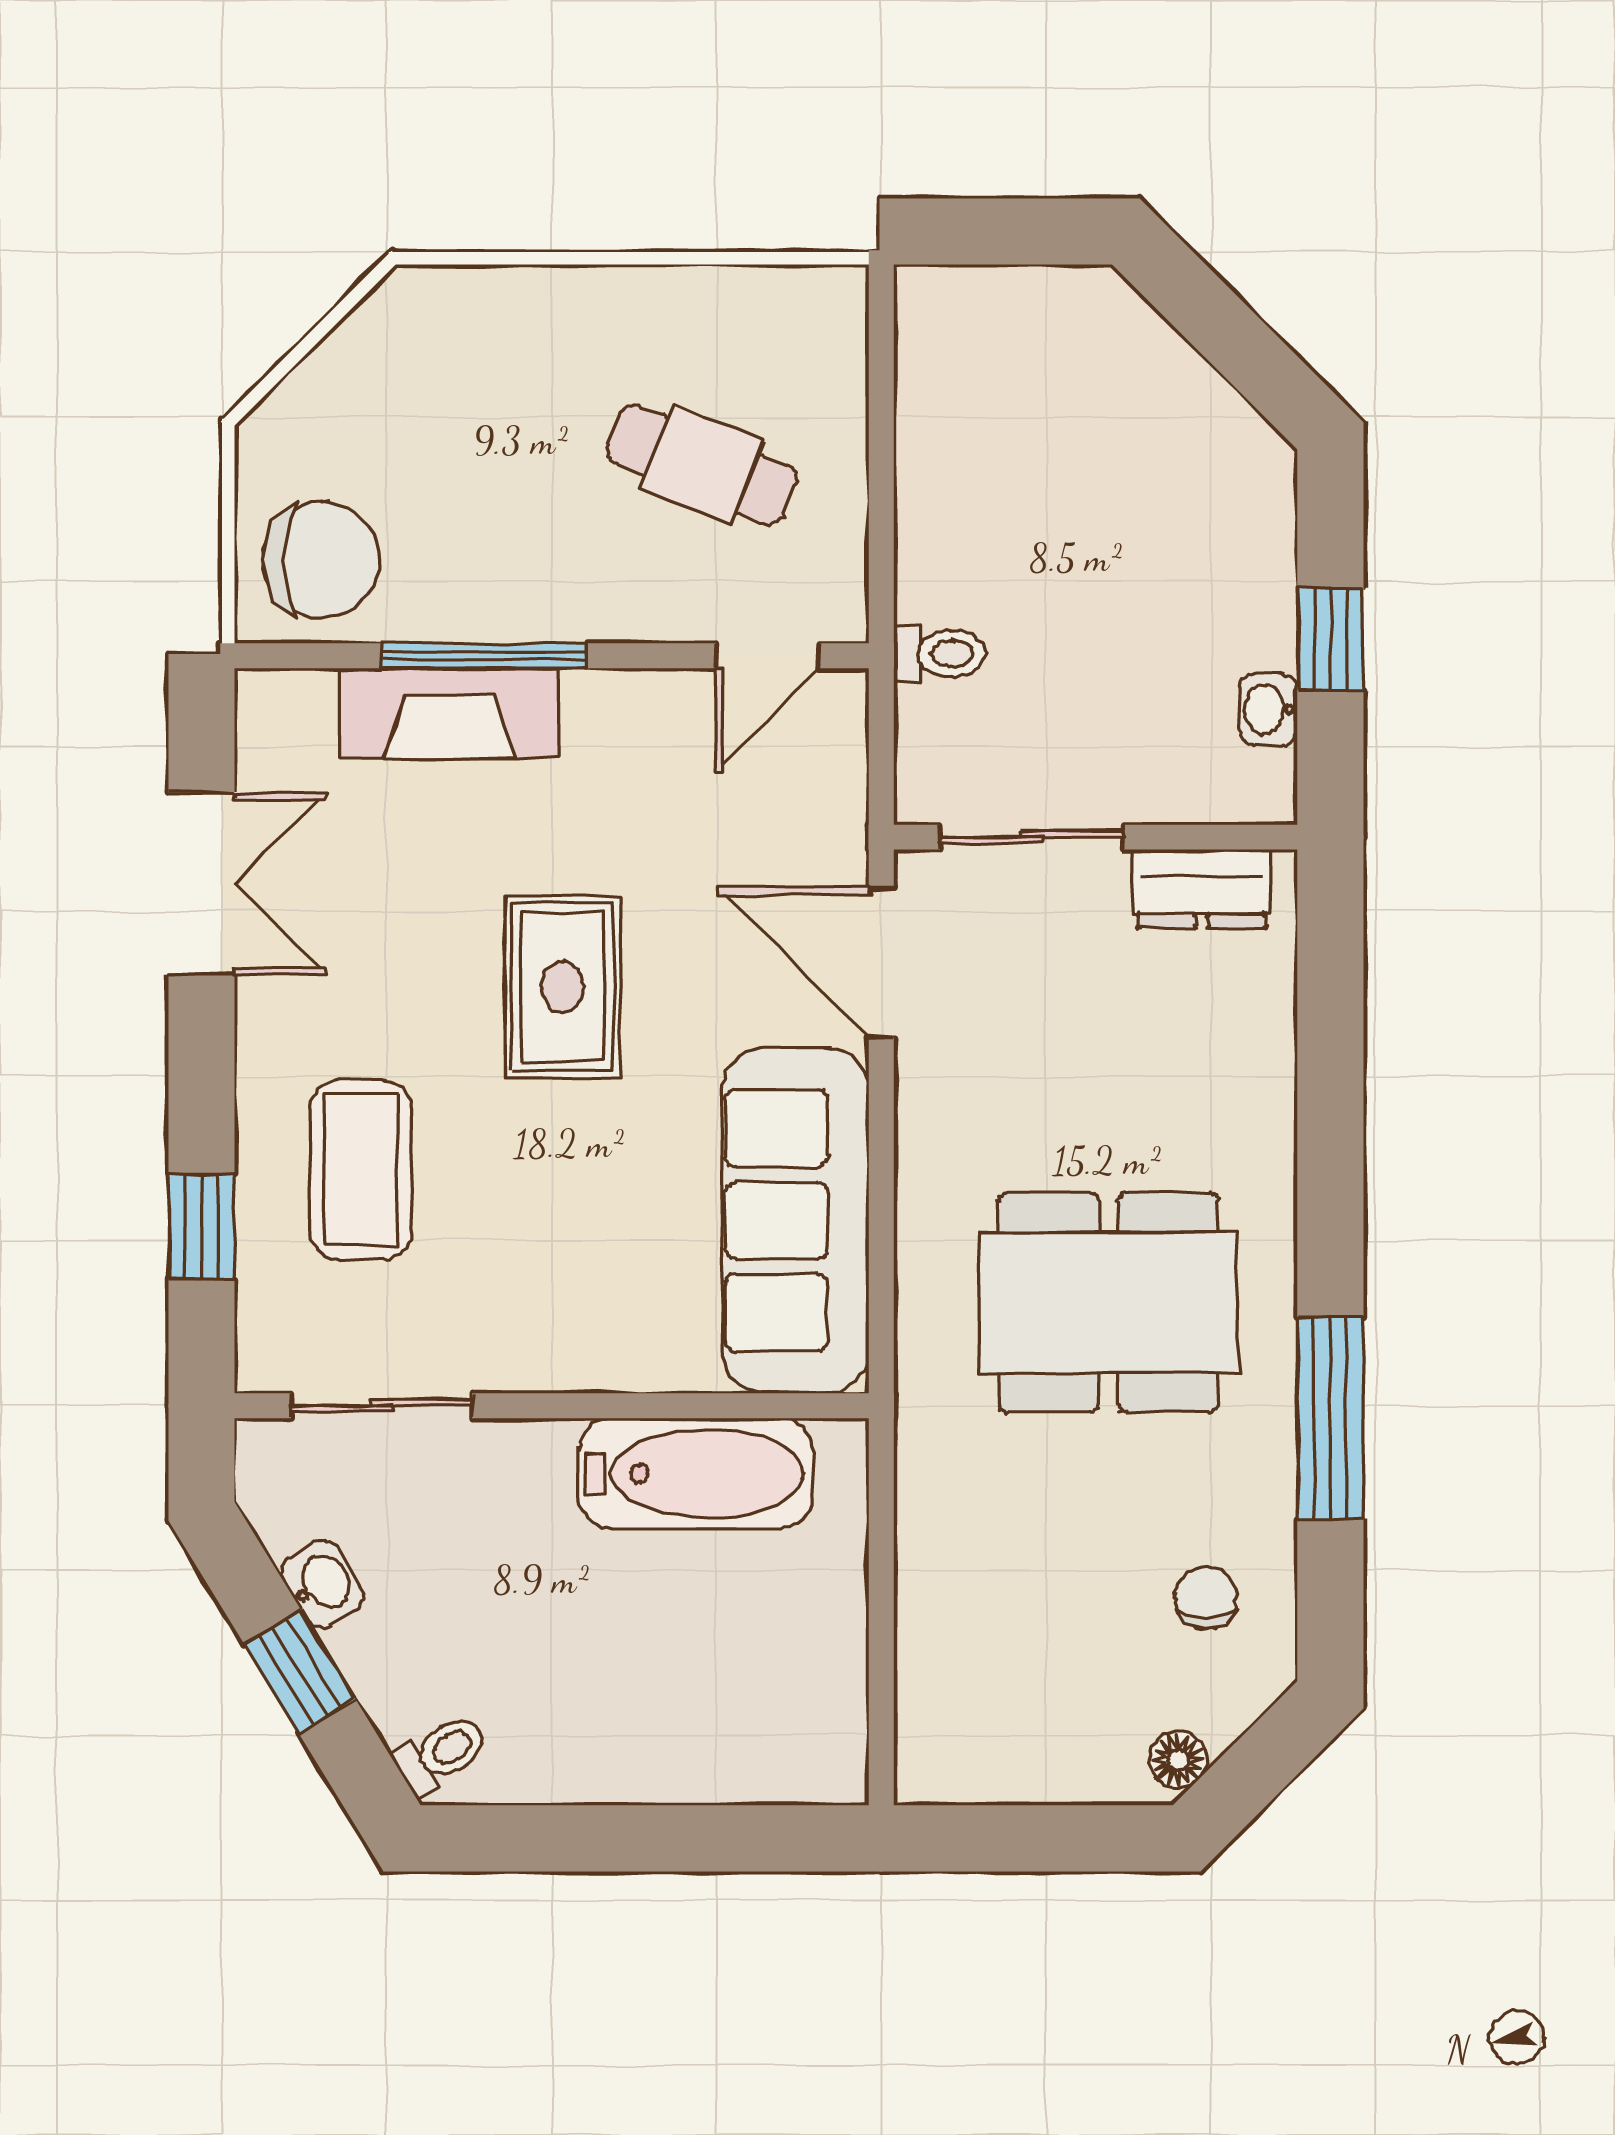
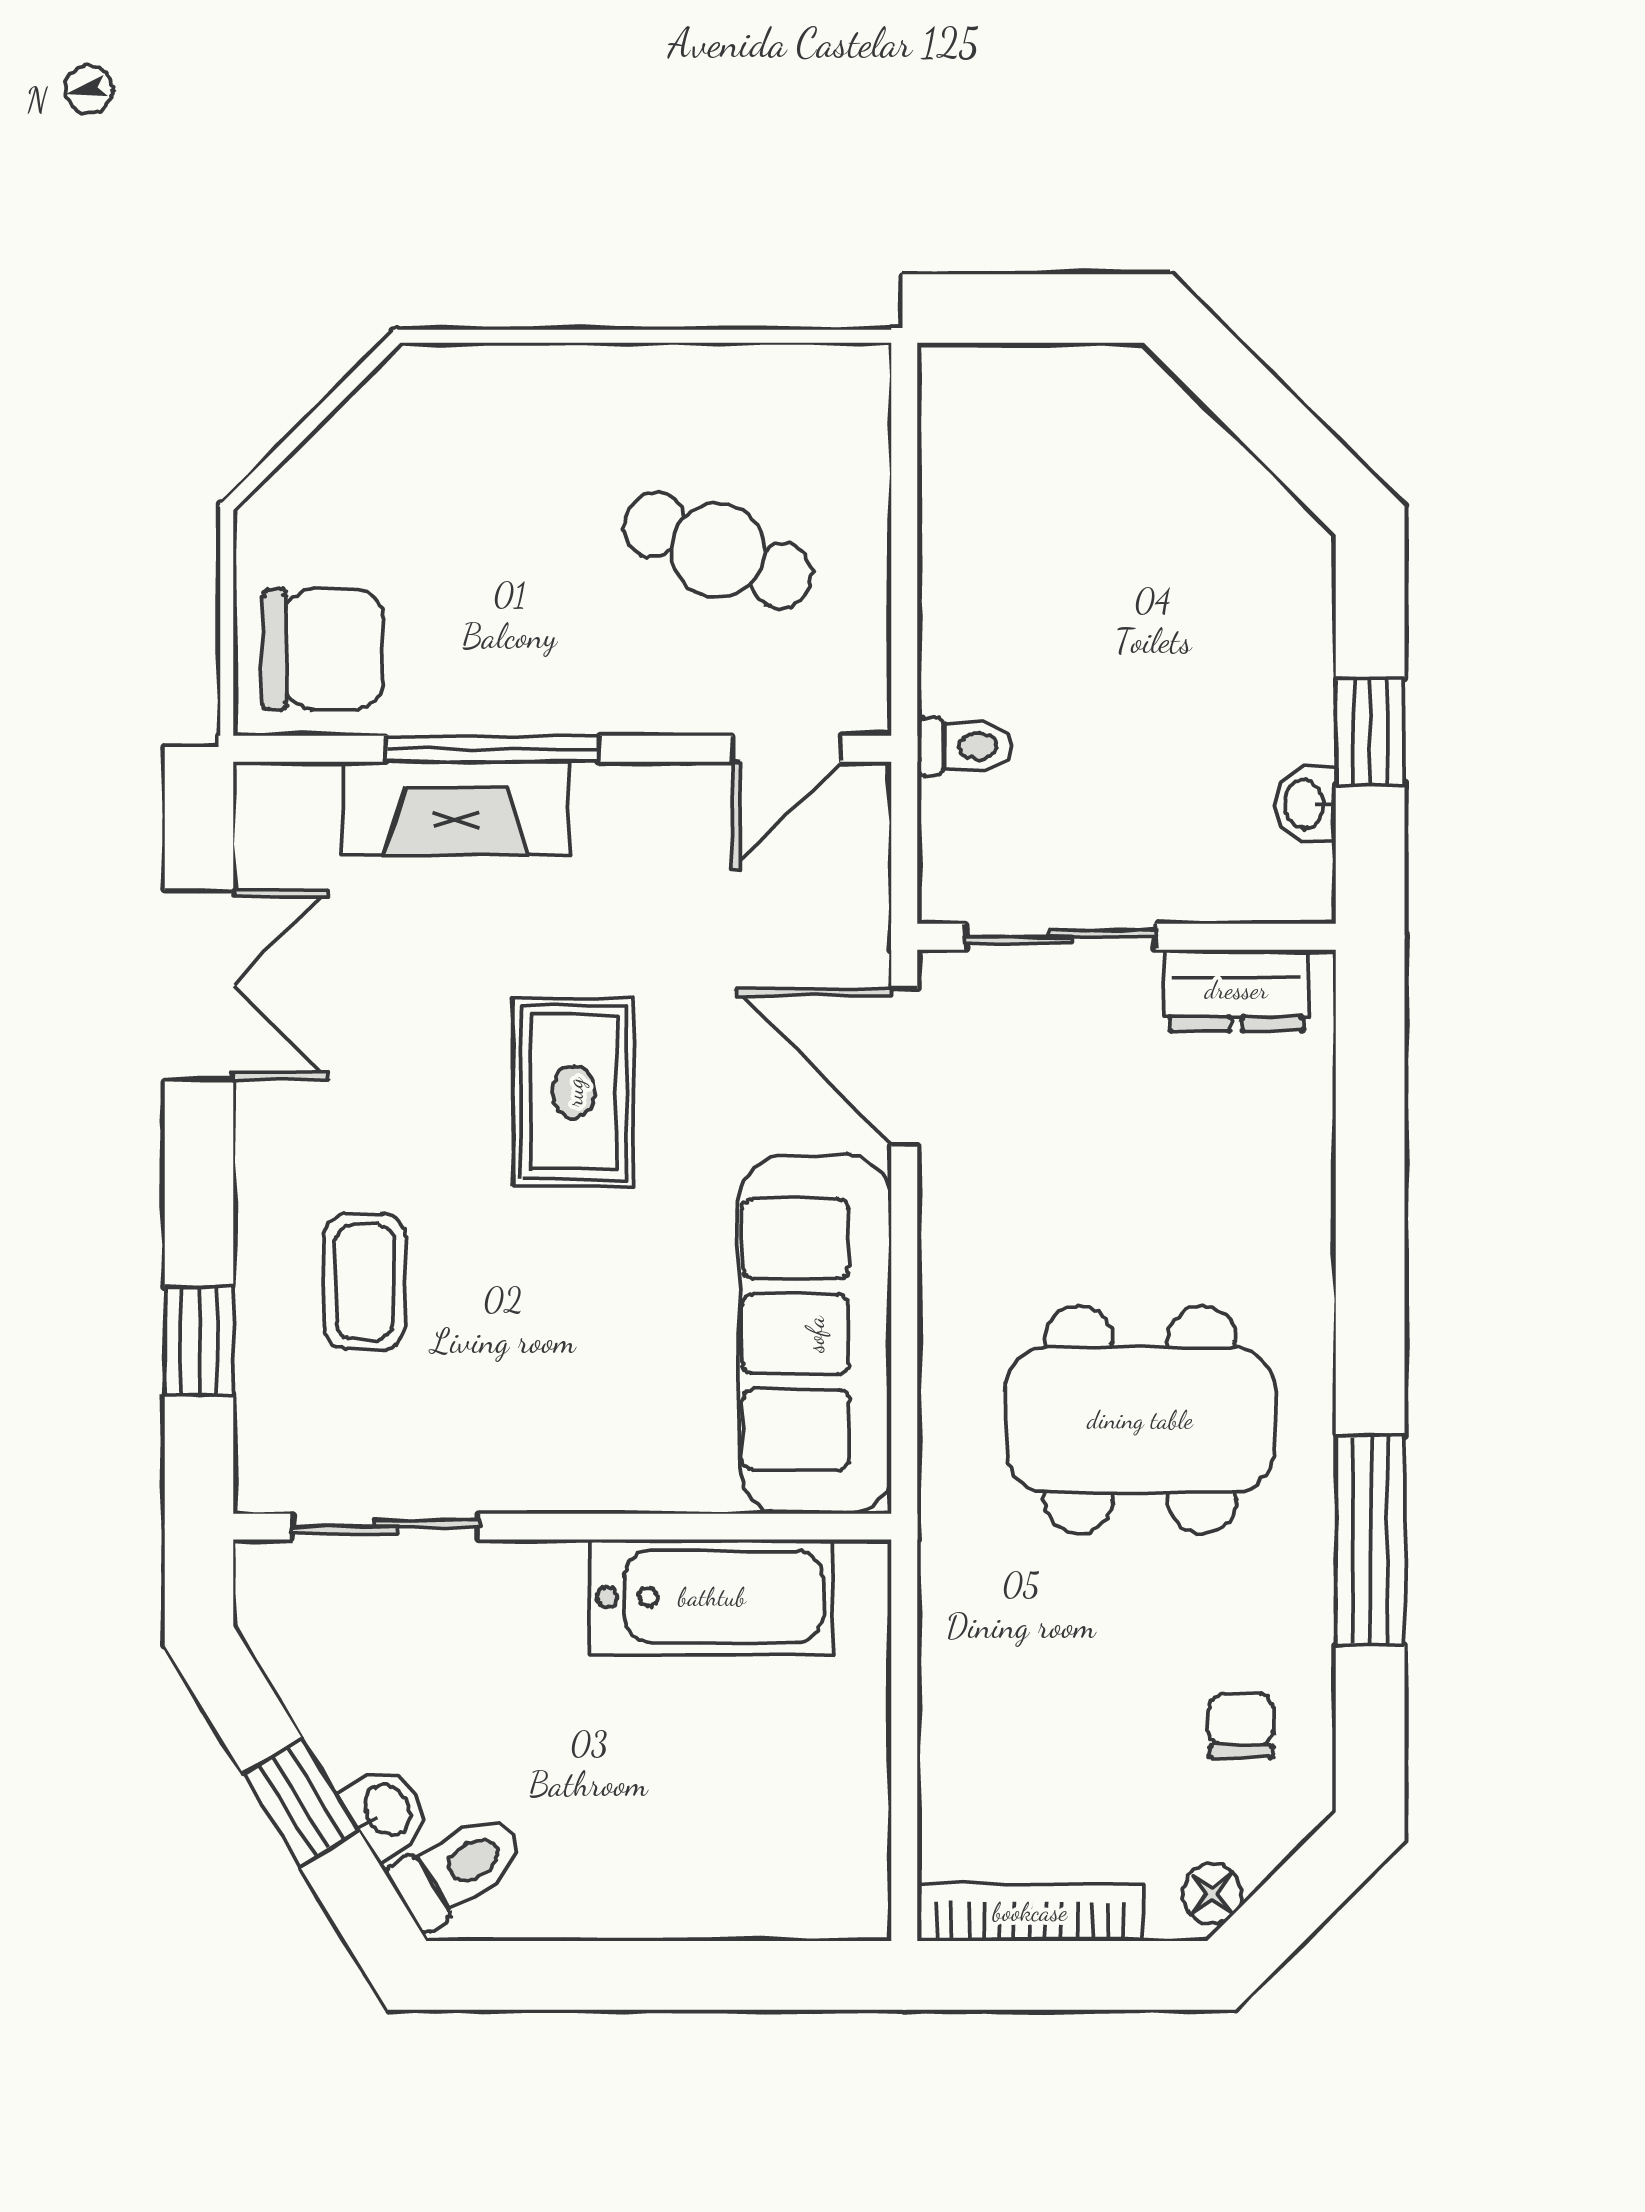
coffee table: (361, 1170) -> (365, 1282), width x0.73, depth x0.77
washbasin: (322, 1584) -> (386, 1811), moved
toilet: (442, 1754) -> (458, 1869), width x1.37, depth x1.39
bookcase: (1003, 1777) -> (1030, 1912), added

